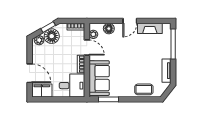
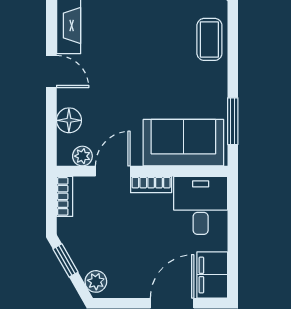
floor lamp: (52, 36) -> (86, 252), removed

